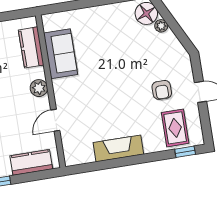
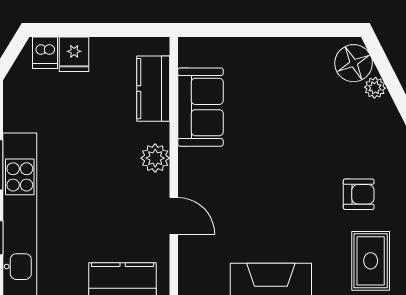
armchair: (162, 90) -> (359, 194), turned -90
door: (55, 120) -> (174, 216), swing flipped

